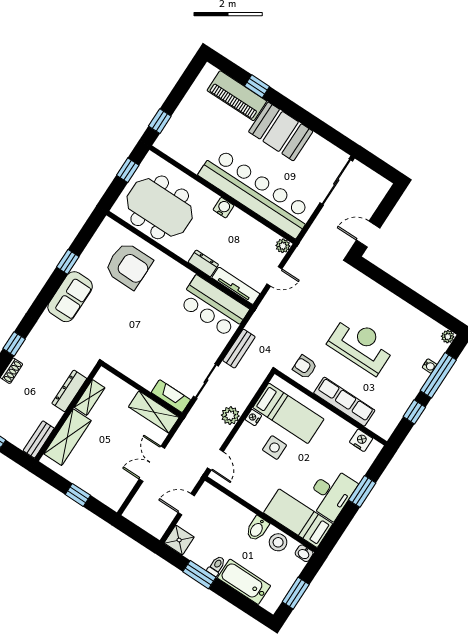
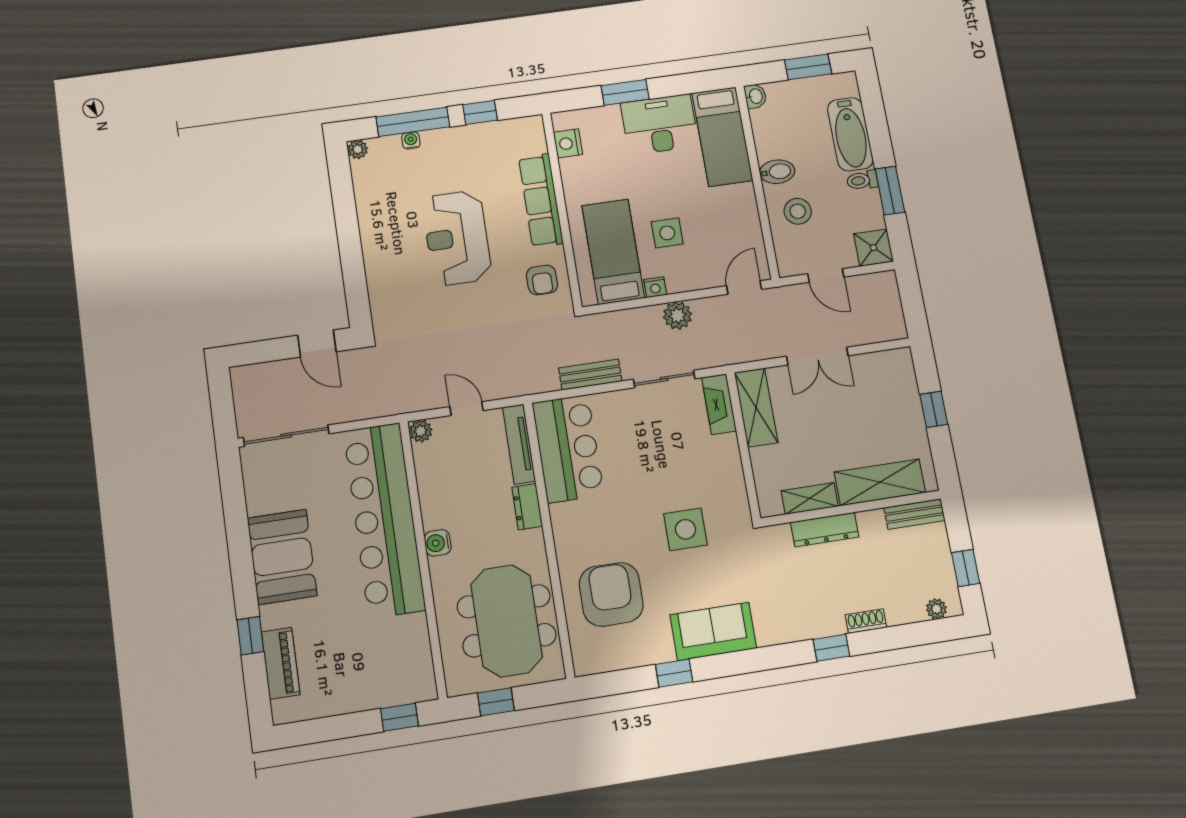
piano: (237, 96) -> (281, 663), width x0.73, depth x0.75
side table: (127, 327) -> (685, 529), added
stool: (278, 542) -> (798, 211), moved

